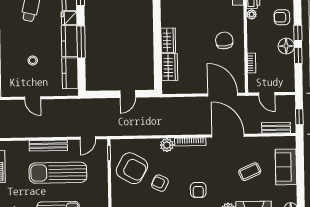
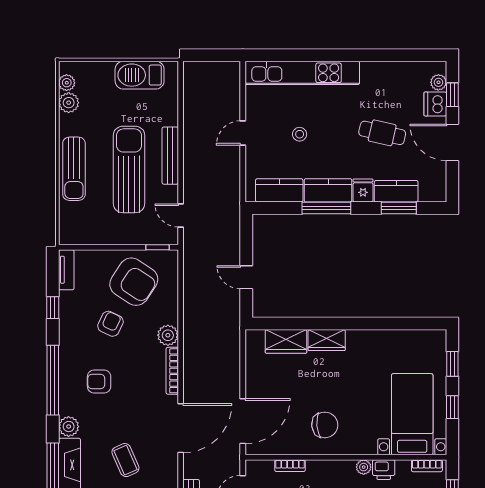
armchair: (132, 168) -> (134, 282), turned -86

